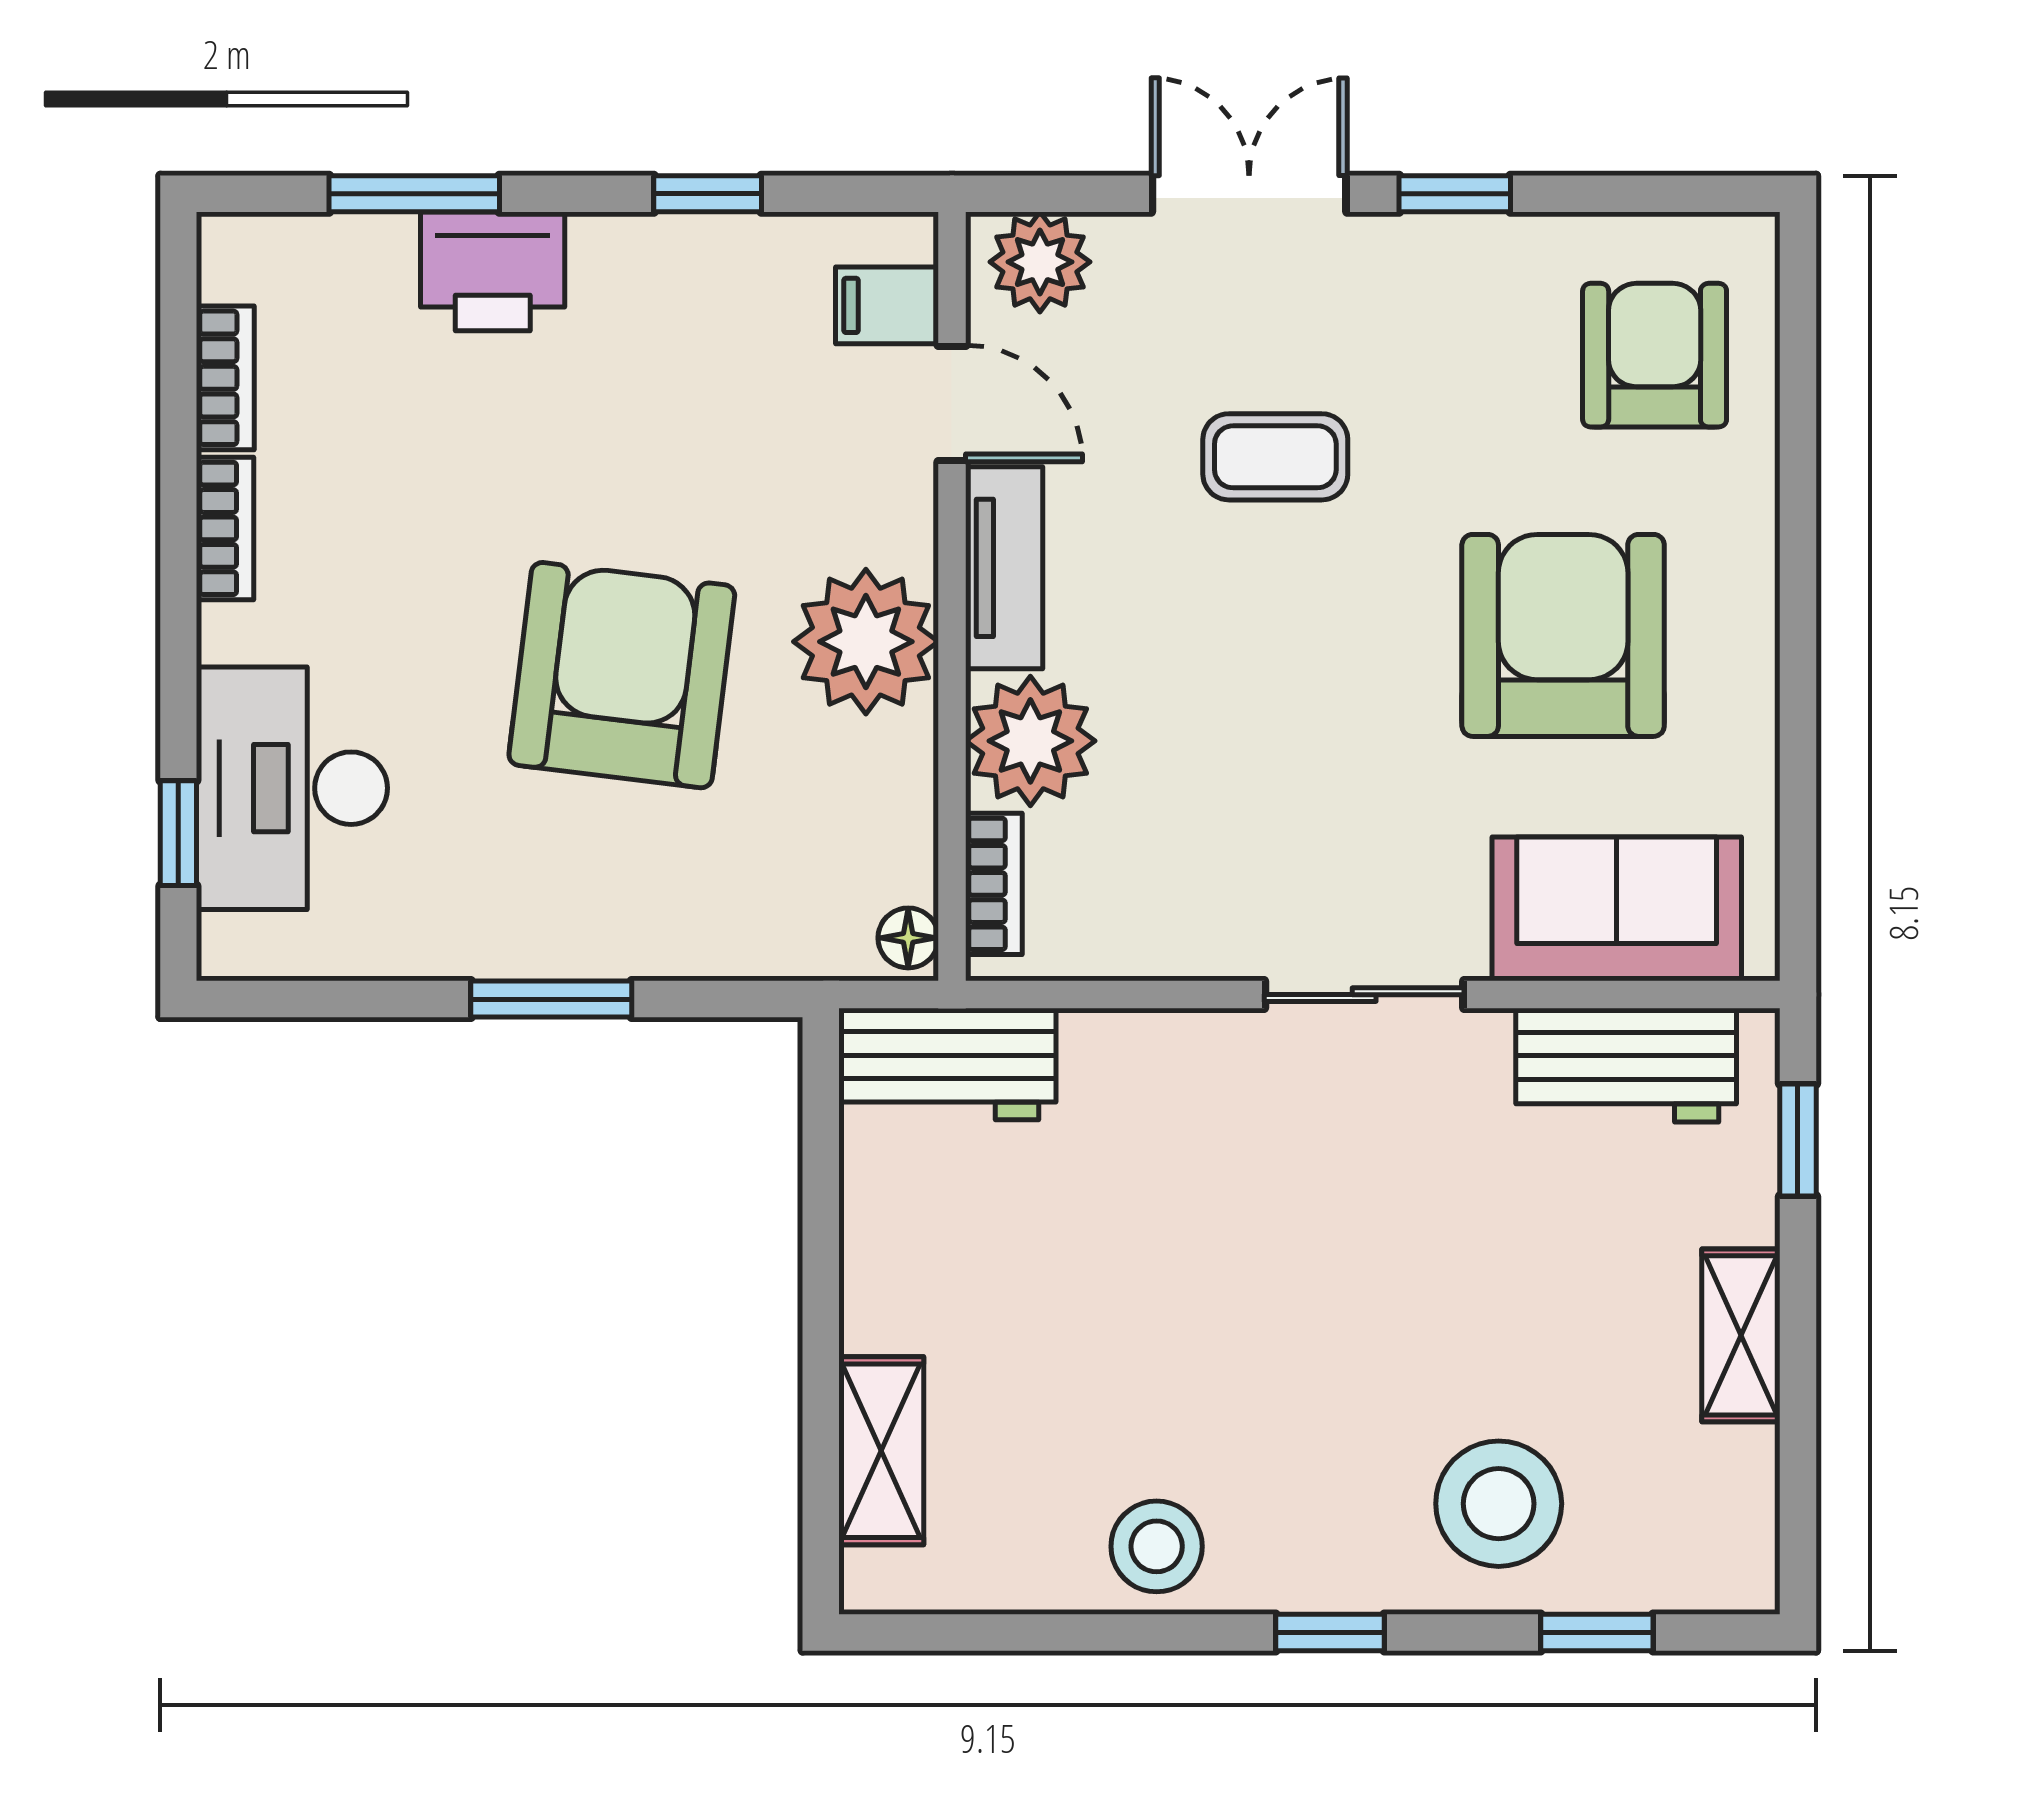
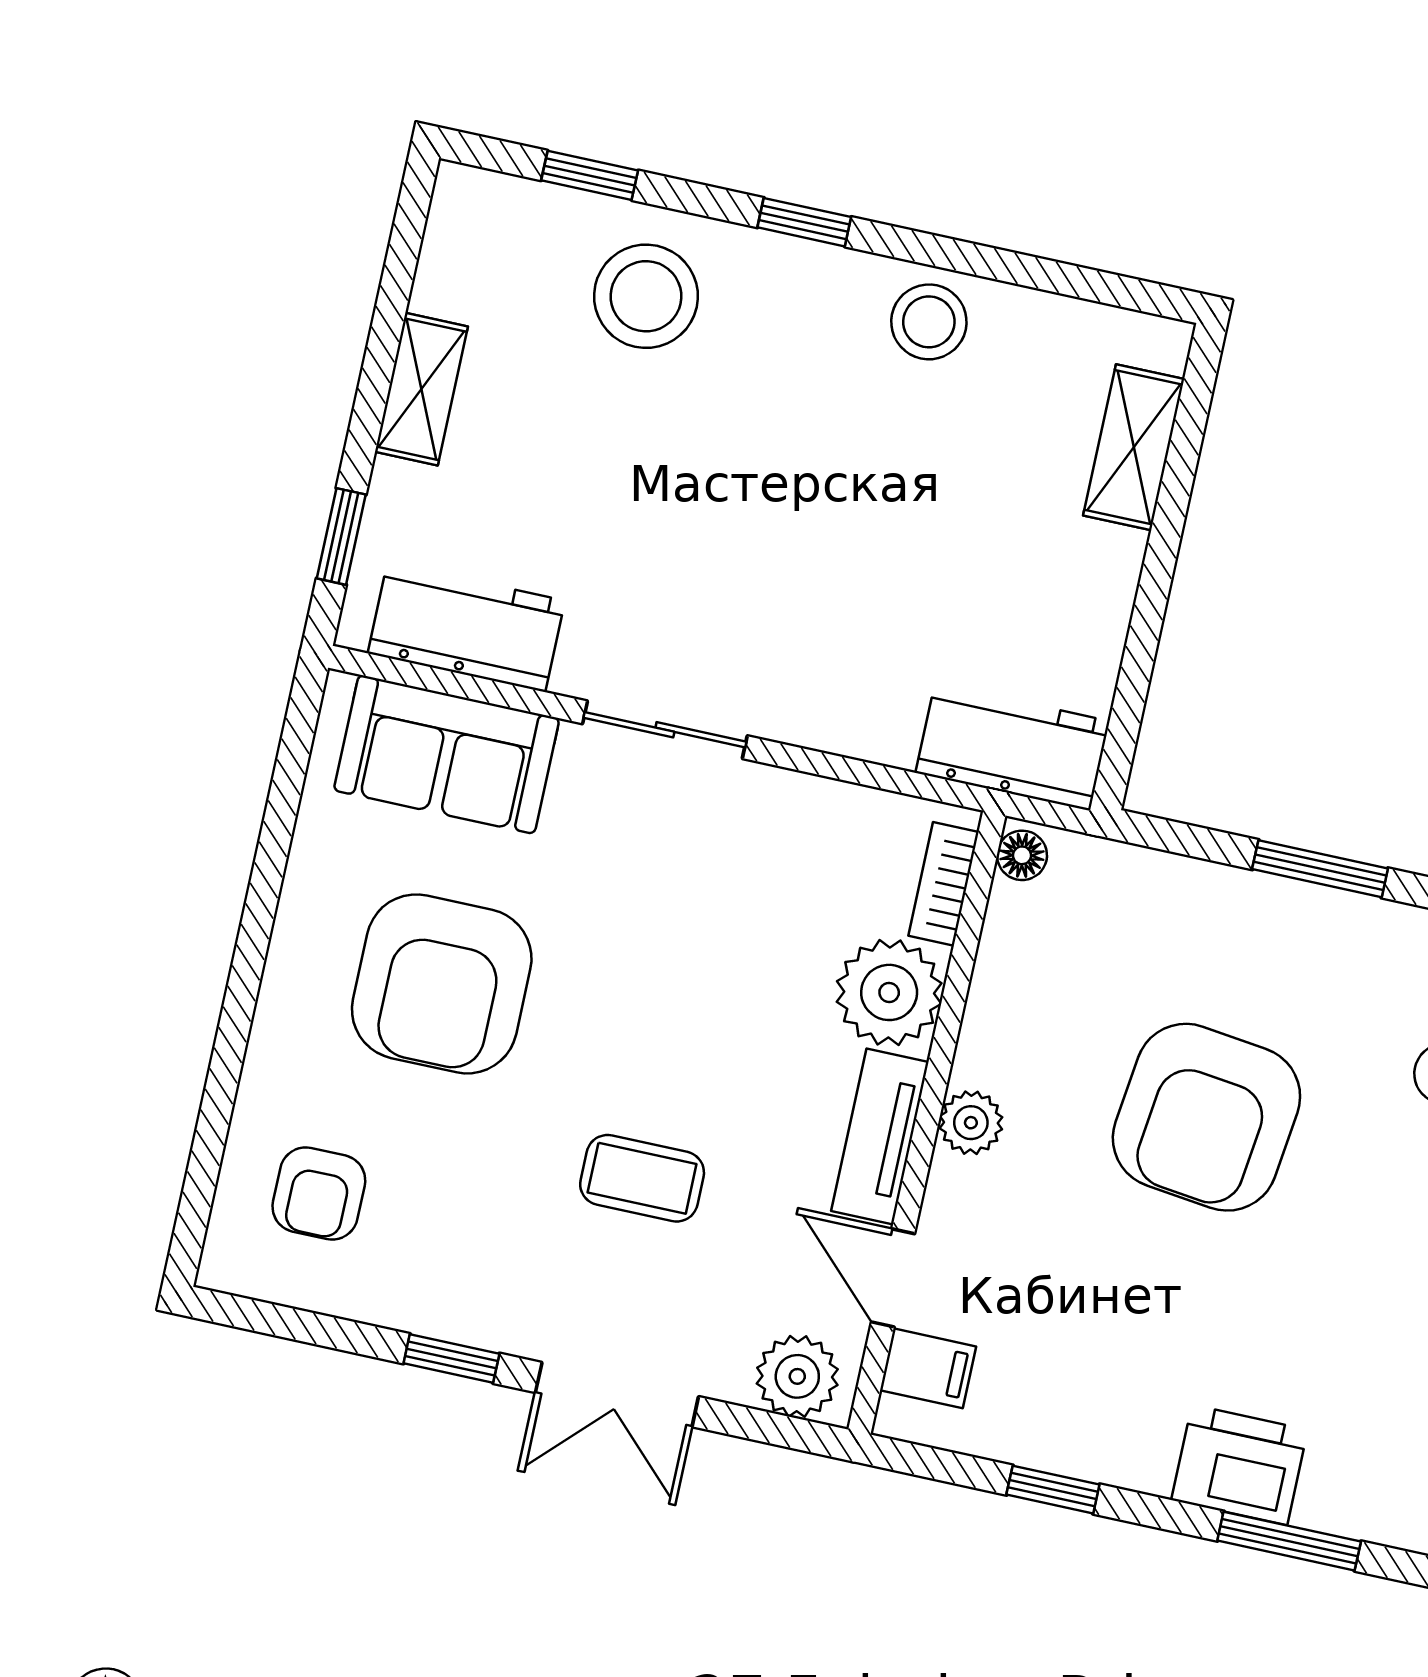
armchair: (1655, 355) -> (319, 1194), width x0.72, depth x0.72
plant: (866, 642) -> (971, 1123), width x0.53, depth x0.53

